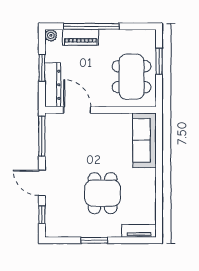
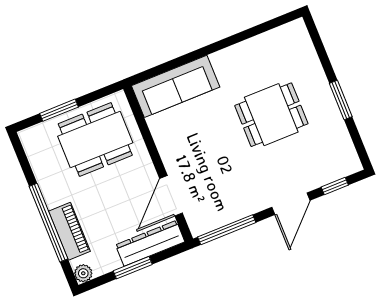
tv unit: (139, 231) -> (303, 44), removed

